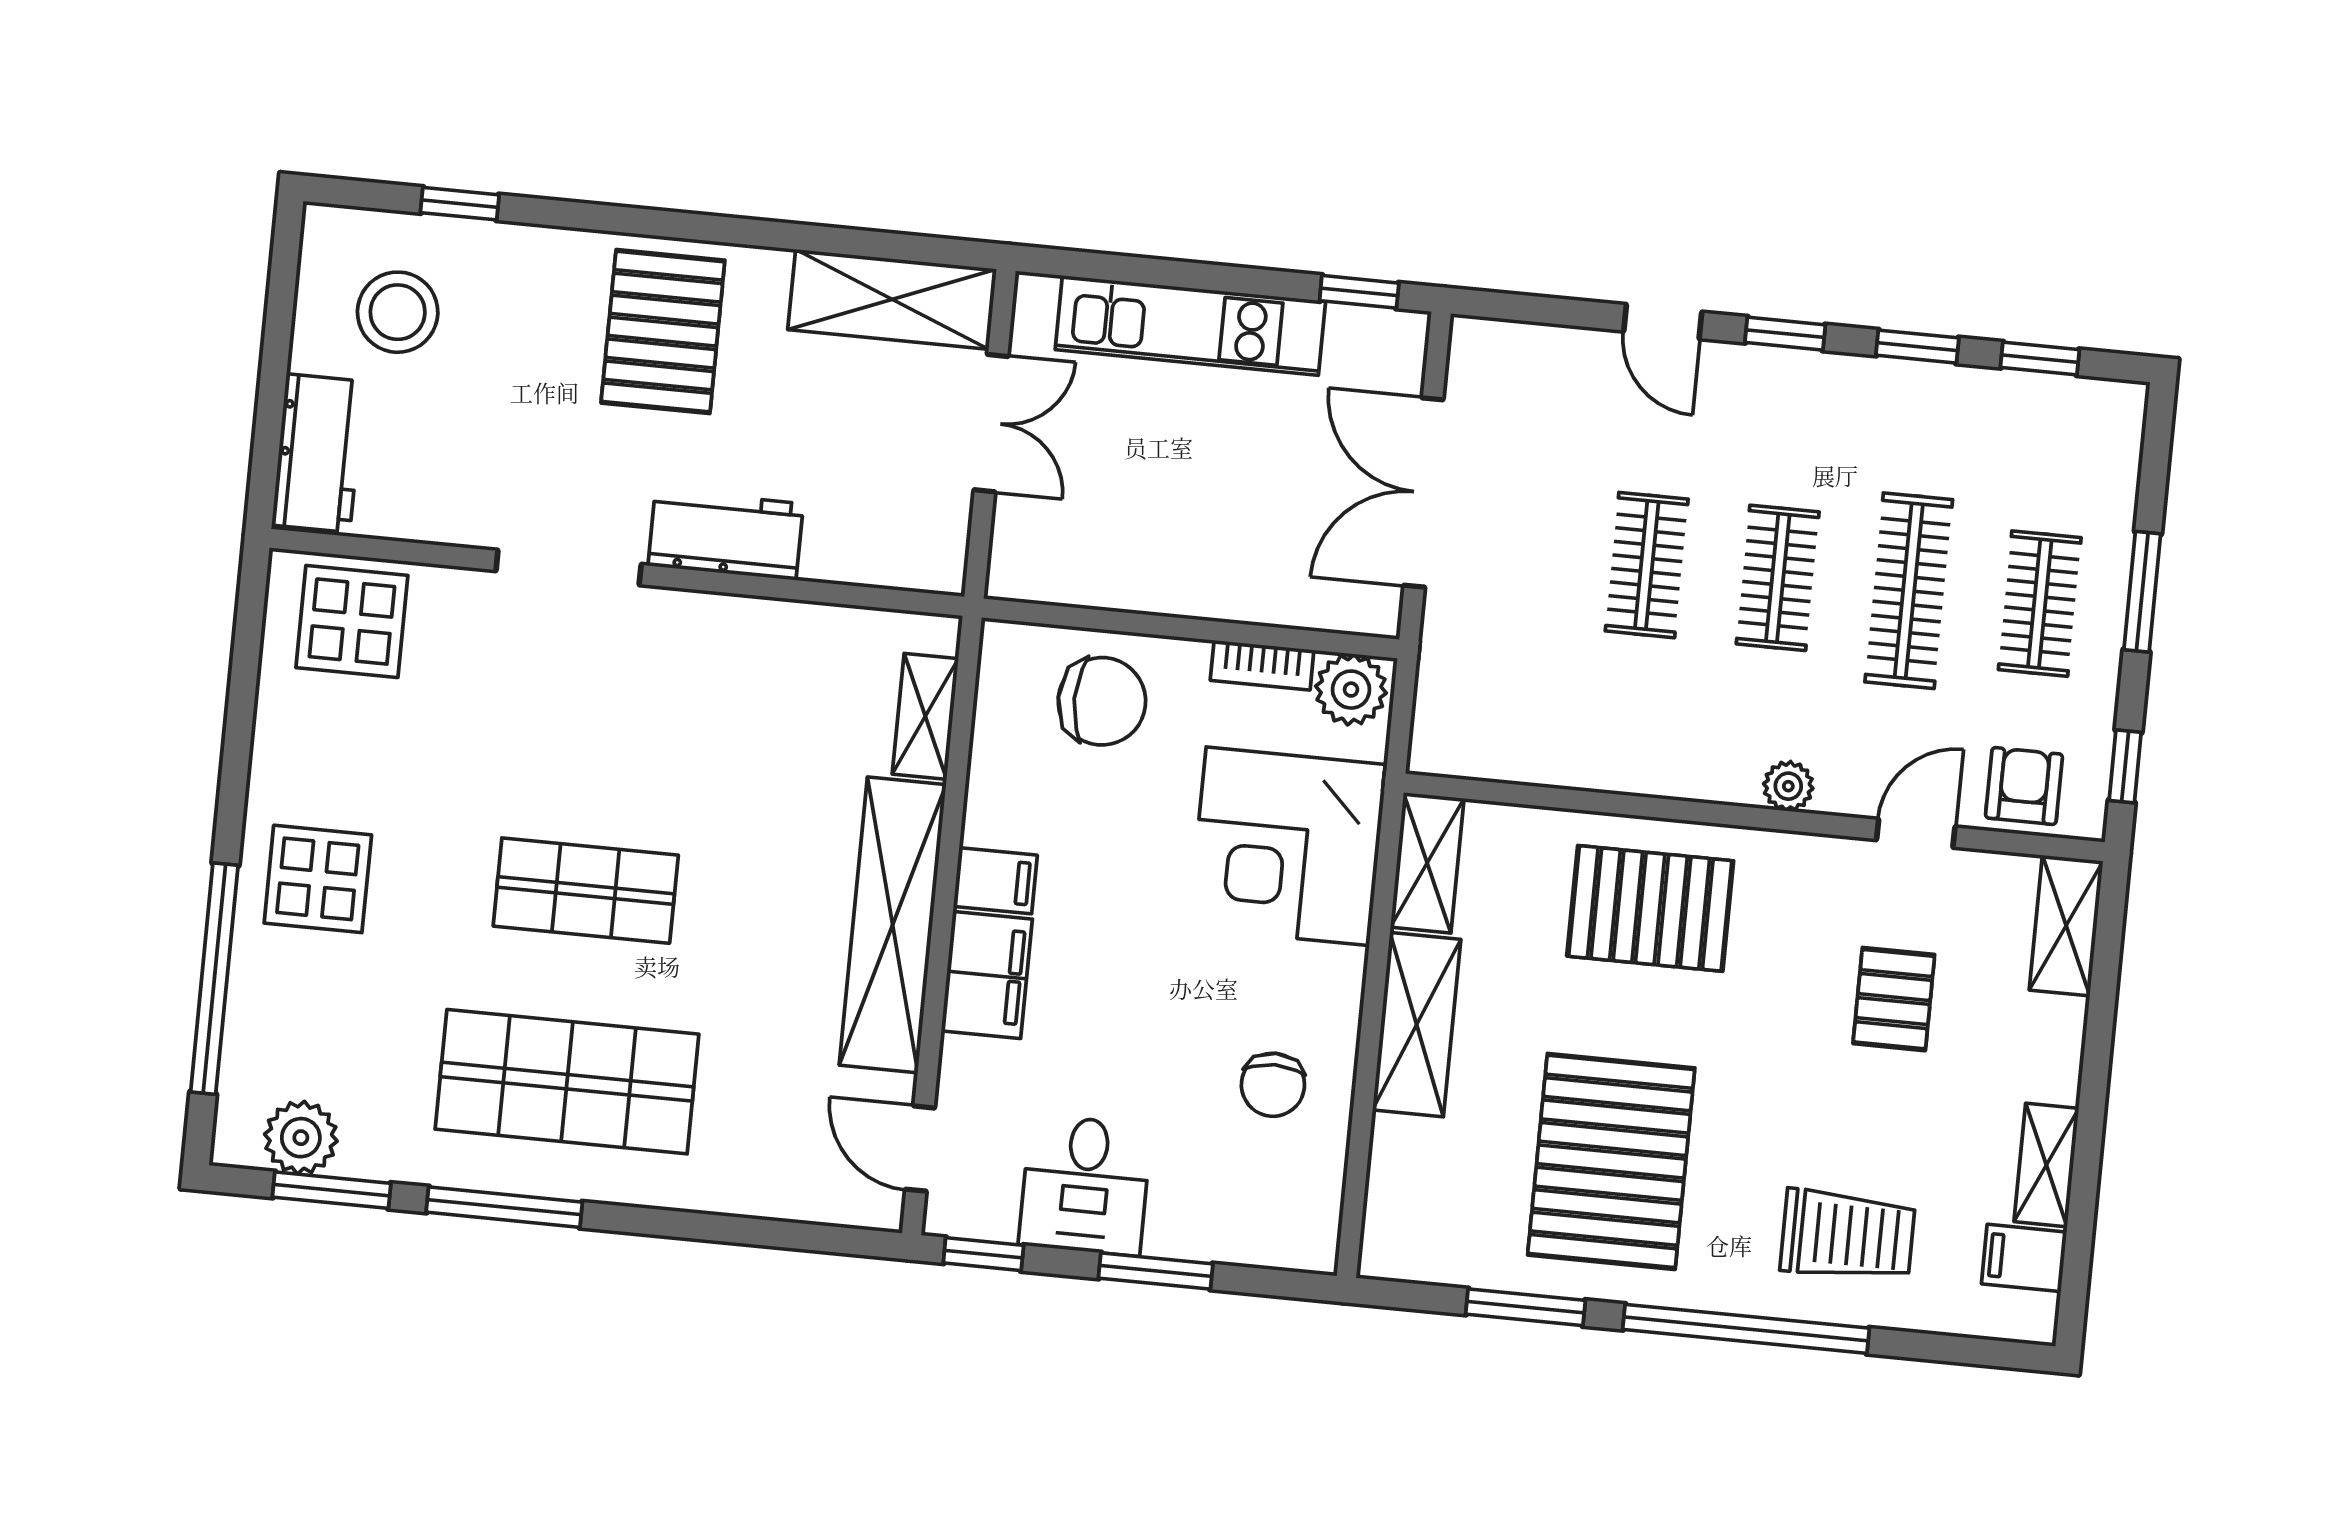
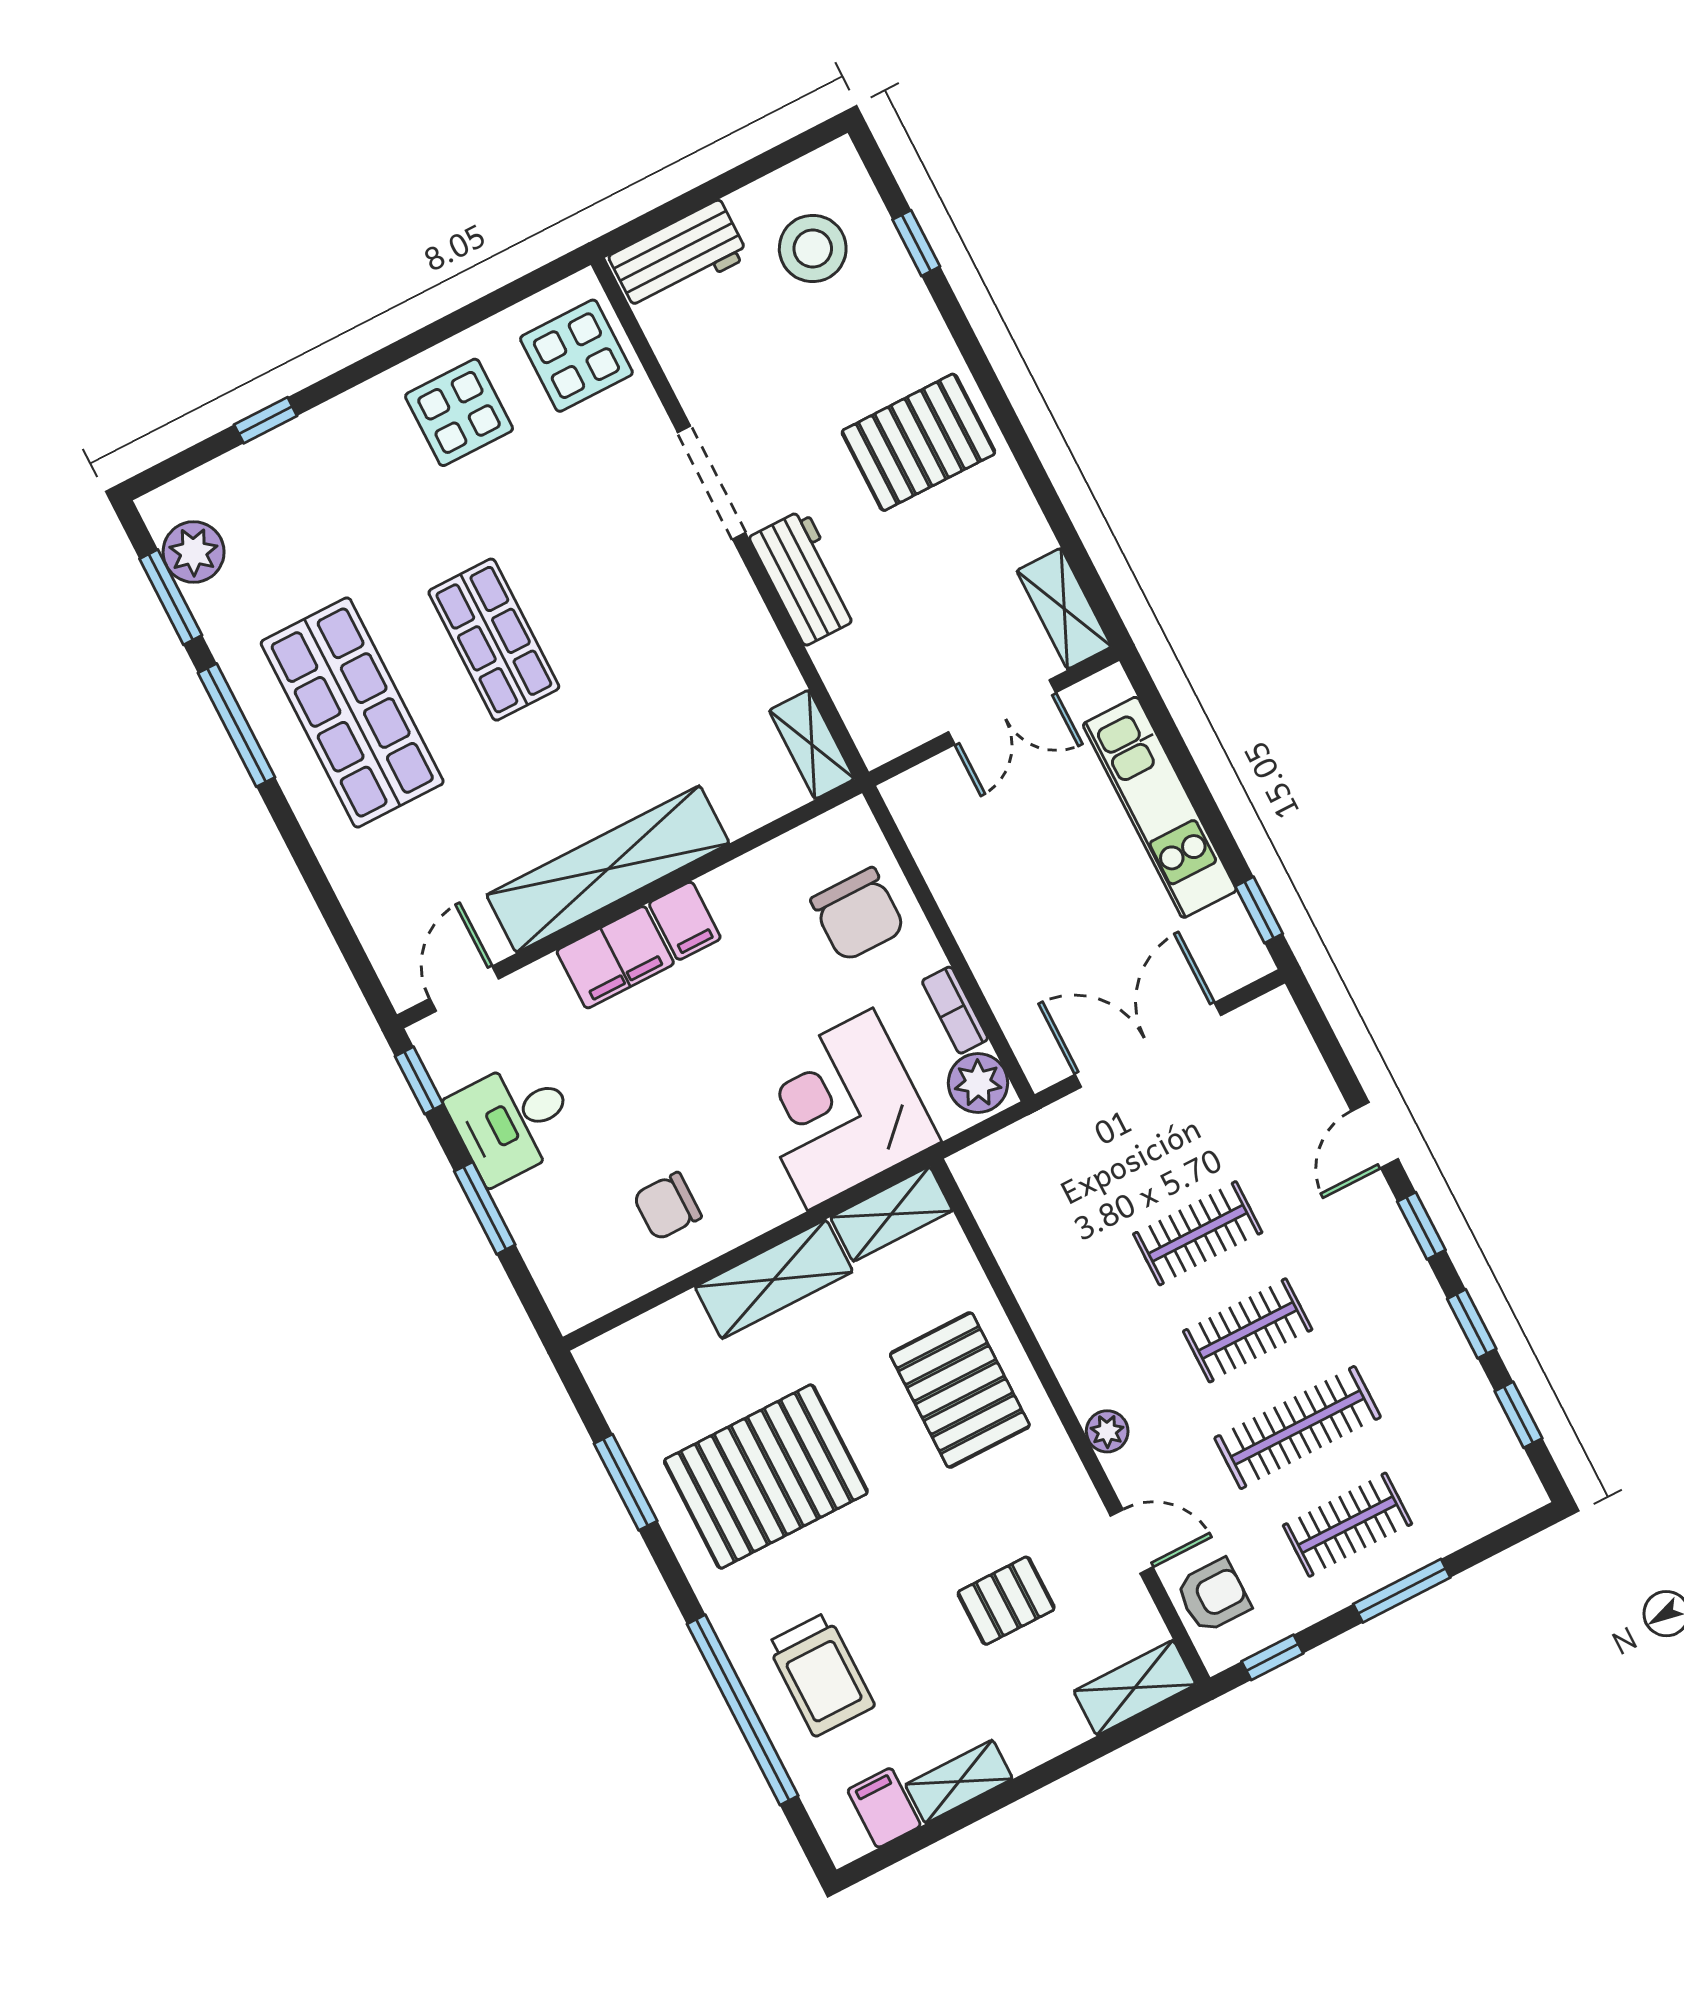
shelving: (892, 299) -> (1064, 609), width x0.67, depth x0.75
shelving: (925, 716) -> (812, 745), moved, turned 90
display table: (318, 879) -> (459, 412), moved
window: (214, 979) -> (266, 420), width x0.32
window: (1746, 1329) -> (743, 1710), moved

